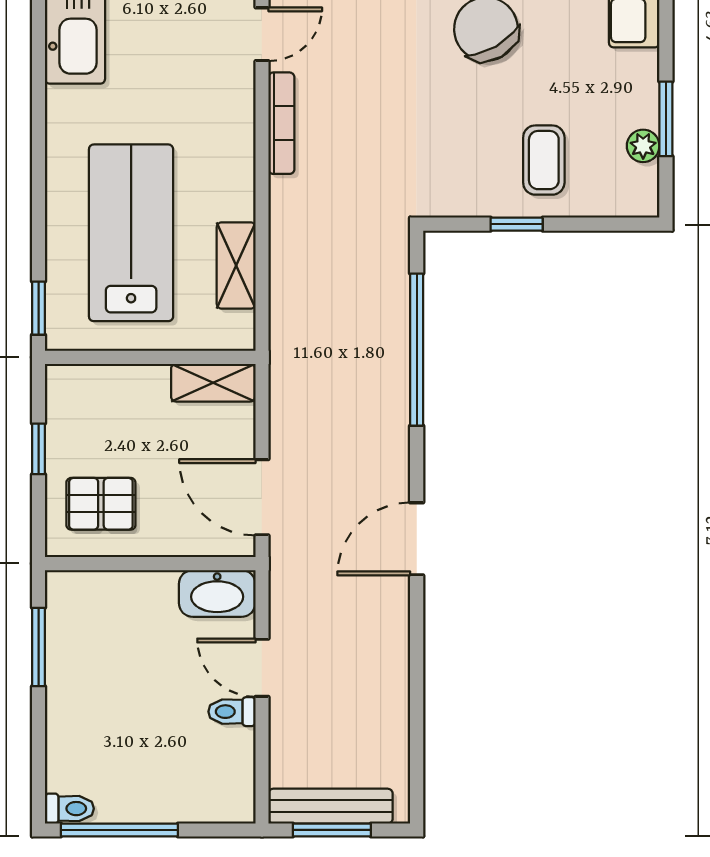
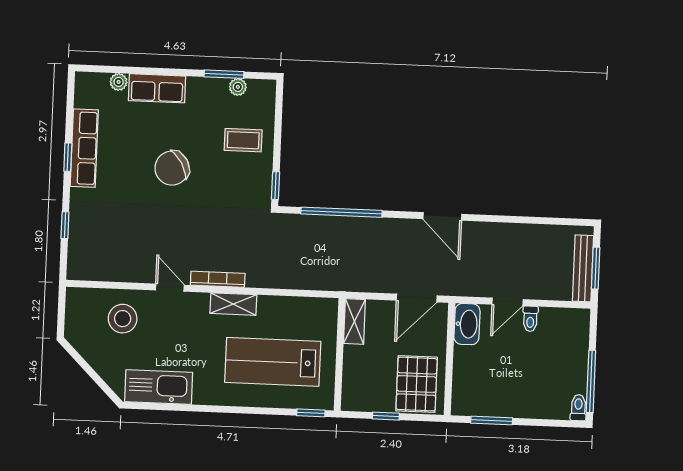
window: (517, 224) -> (276, 186), moved
shelving: (236, 266) -> (233, 304), moved
pallet: (101, 504) -> (417, 384), width x1.50, depth x1.42

